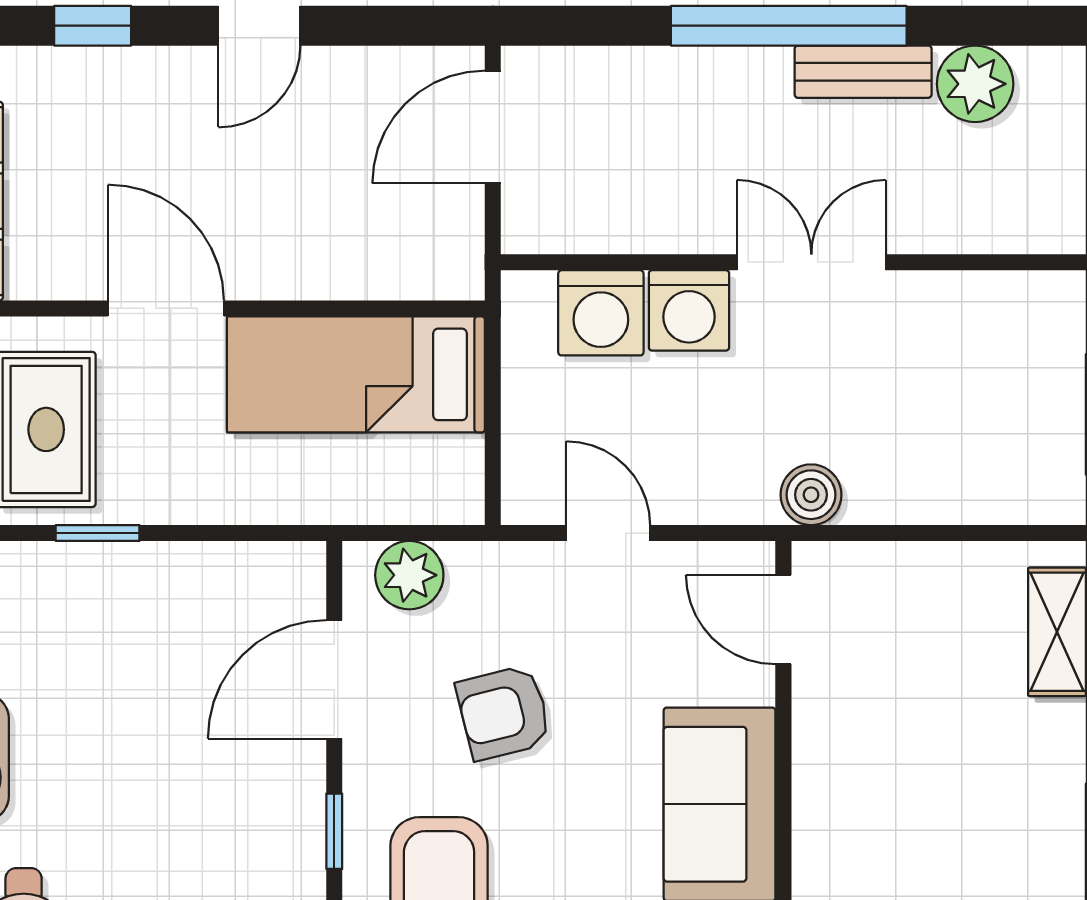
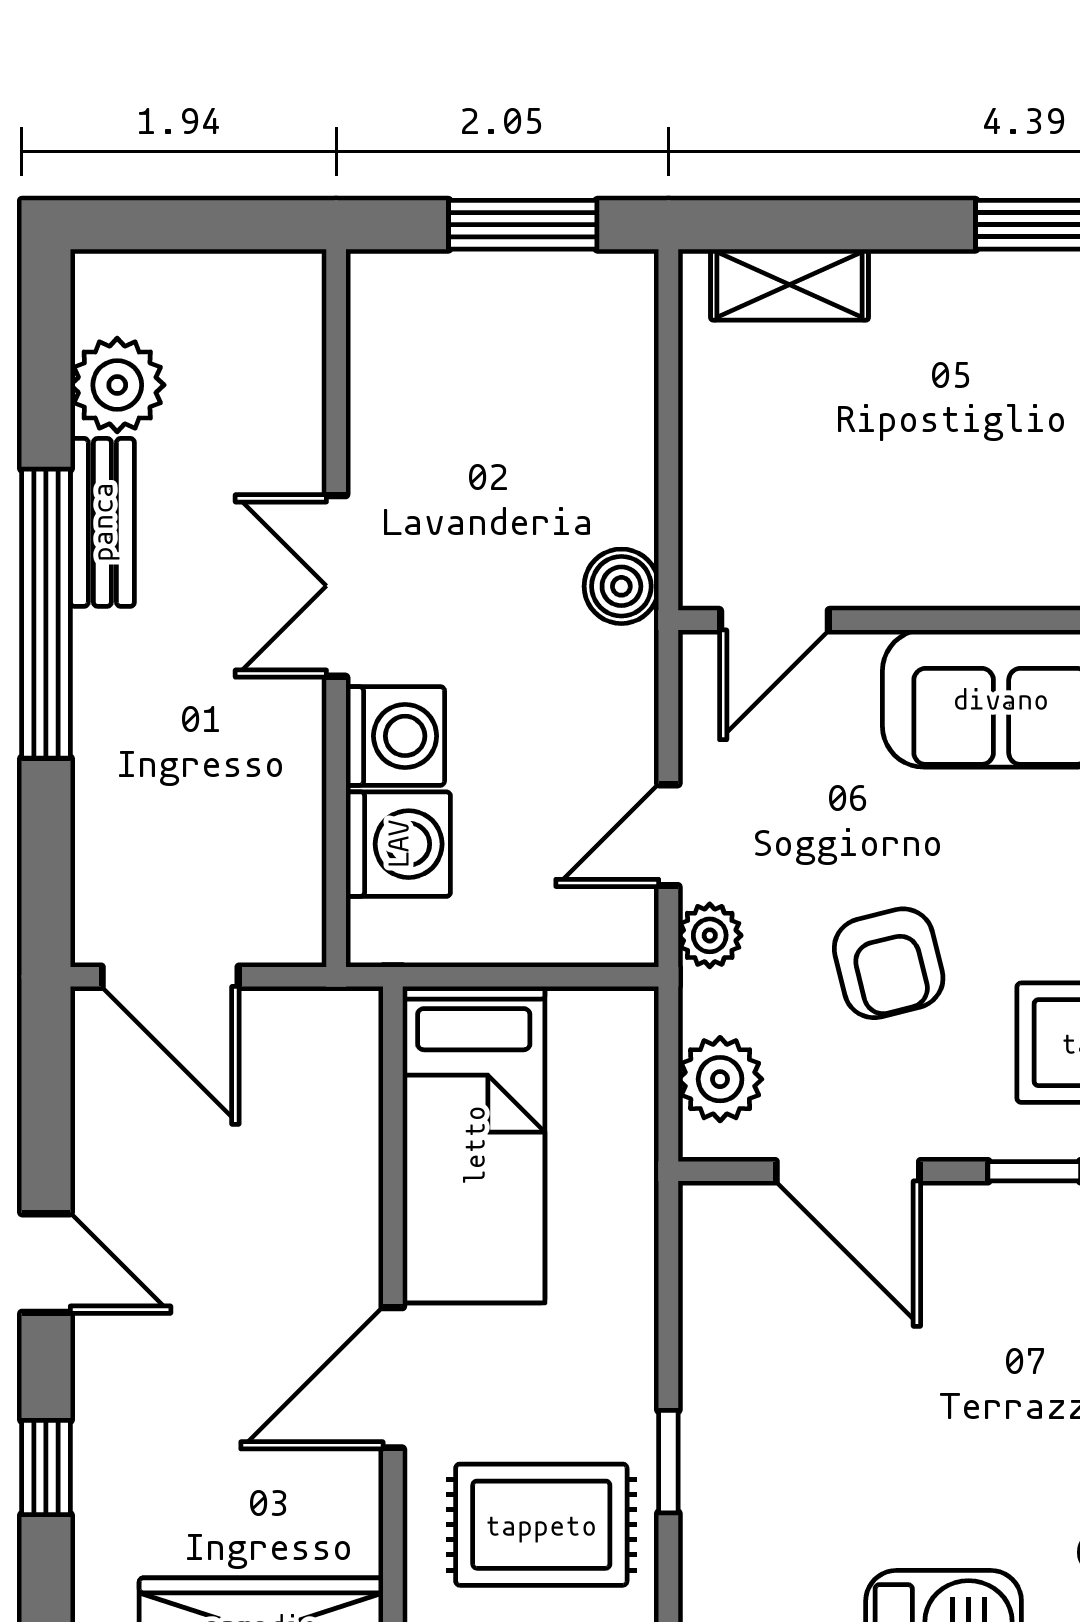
plant: (526, 567) -> (710, 935), added

